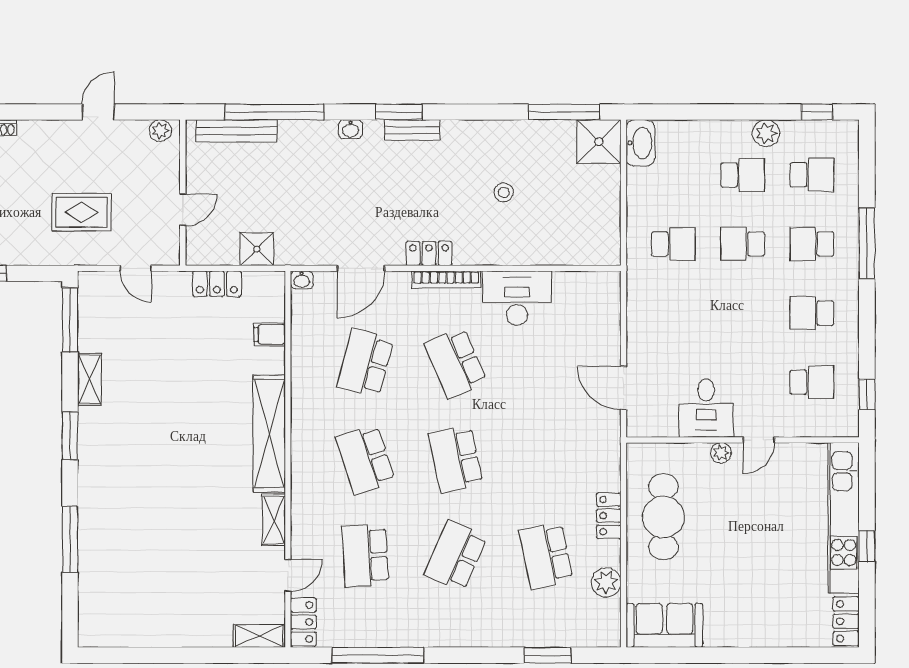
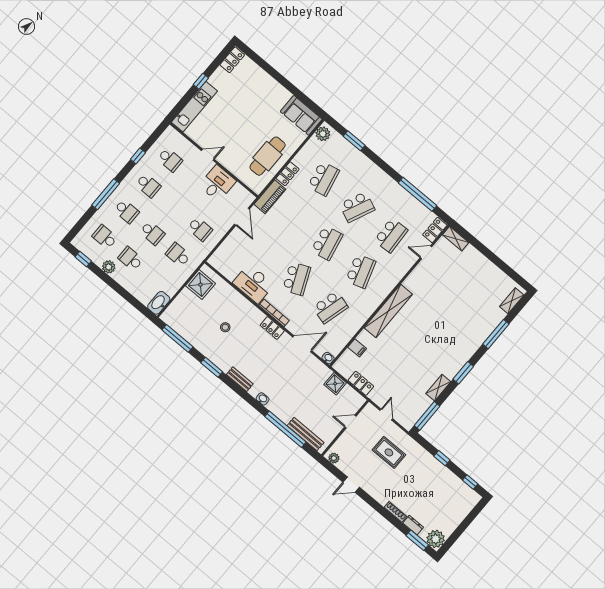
window: (399, 112) -> (212, 367), moved
shower: (599, 142) -> (200, 285), moved
school desk: (673, 313) -> (200, 229), added
school desk: (812, 382) -> (170, 160), turned 180
window: (867, 394) -> (138, 156), moved
plant: (721, 453) -> (226, 162), removed
piano: (606, 456) -> (270, 197), added
kitchen unit: (844, 518) -> (194, 107), width x0.73
shelving: (274, 520) -> (512, 301), moved
plant: (606, 582) -> (323, 134), moved

